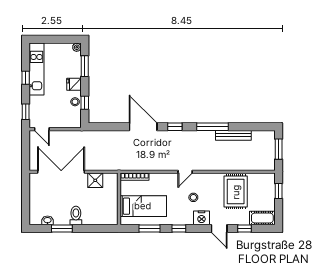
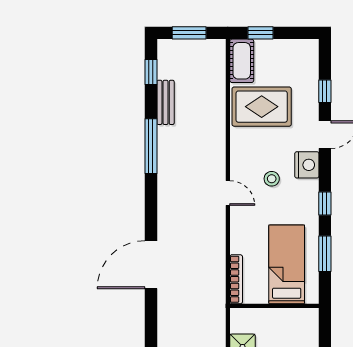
window: (175, 127) -> (151, 72), moved
bench: (233, 135) -> (166, 102), width x0.73
cot: (262, 218) -> (242, 61), moved

